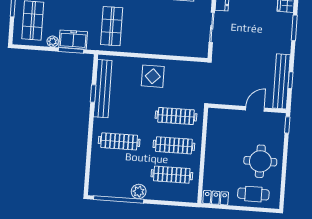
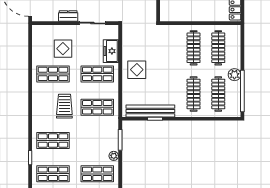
shop shelf: (151, 29) -> (97, 74), added
freezer: (73, 40) -> (111, 51), moved
clothes rail: (176, 116) -> (218, 94), moved

